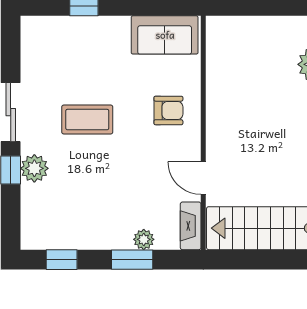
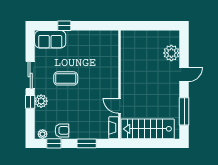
sofa: (165, 35) -> (50, 39), moved
armchair: (168, 110) -> (62, 130), moved
plant: (144, 239) -> (43, 134), moved

